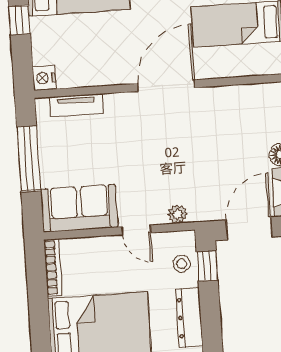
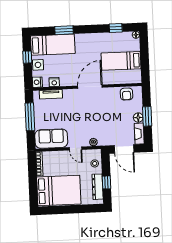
side table: (45, 38) -> (38, 65), added
nightstand: (83, 77) -> (54, 82), added
armchair: (252, 101) -> (126, 94), added
door: (249, 228) -> (124, 149), swing flipped
window: (207, 266) -> (106, 182), moved

